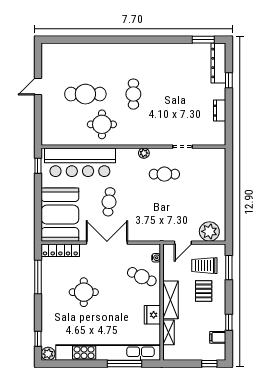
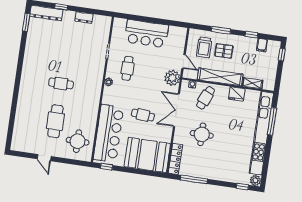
round table: (102, 124) -> (78, 141), moved
bar counter: (211, 191) -> (147, 34), added
plant: (209, 231) -> (172, 78), moved
double door: (107, 243) -> (176, 110), moved
window: (229, 268) -> (221, 30), moved
round table: (84, 292) -> (202, 134), moved
shelving: (171, 300) -> (220, 77), width x1.47

